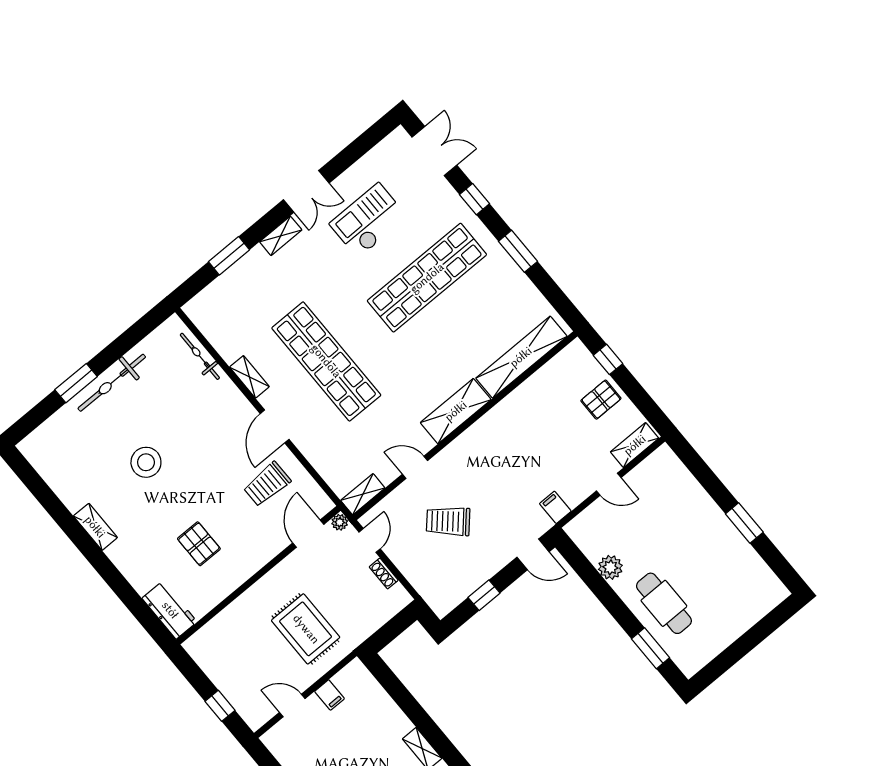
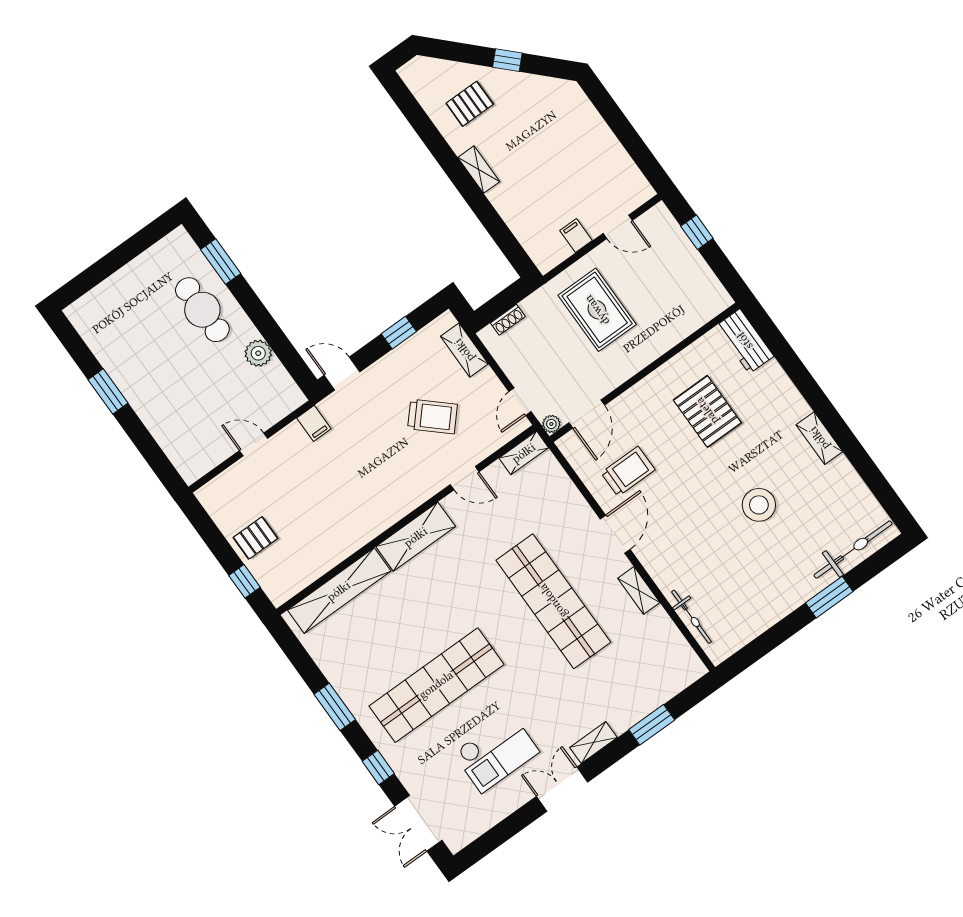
bicycle: (112, 383) -> (853, 549), moved
shelving: (635, 445) -> (464, 350), moved, turned 90
pallet: (199, 544) -> (707, 411), width x1.50, depth x1.42
shoe rack: (384, 574) -> (508, 320), moved, turned 90

